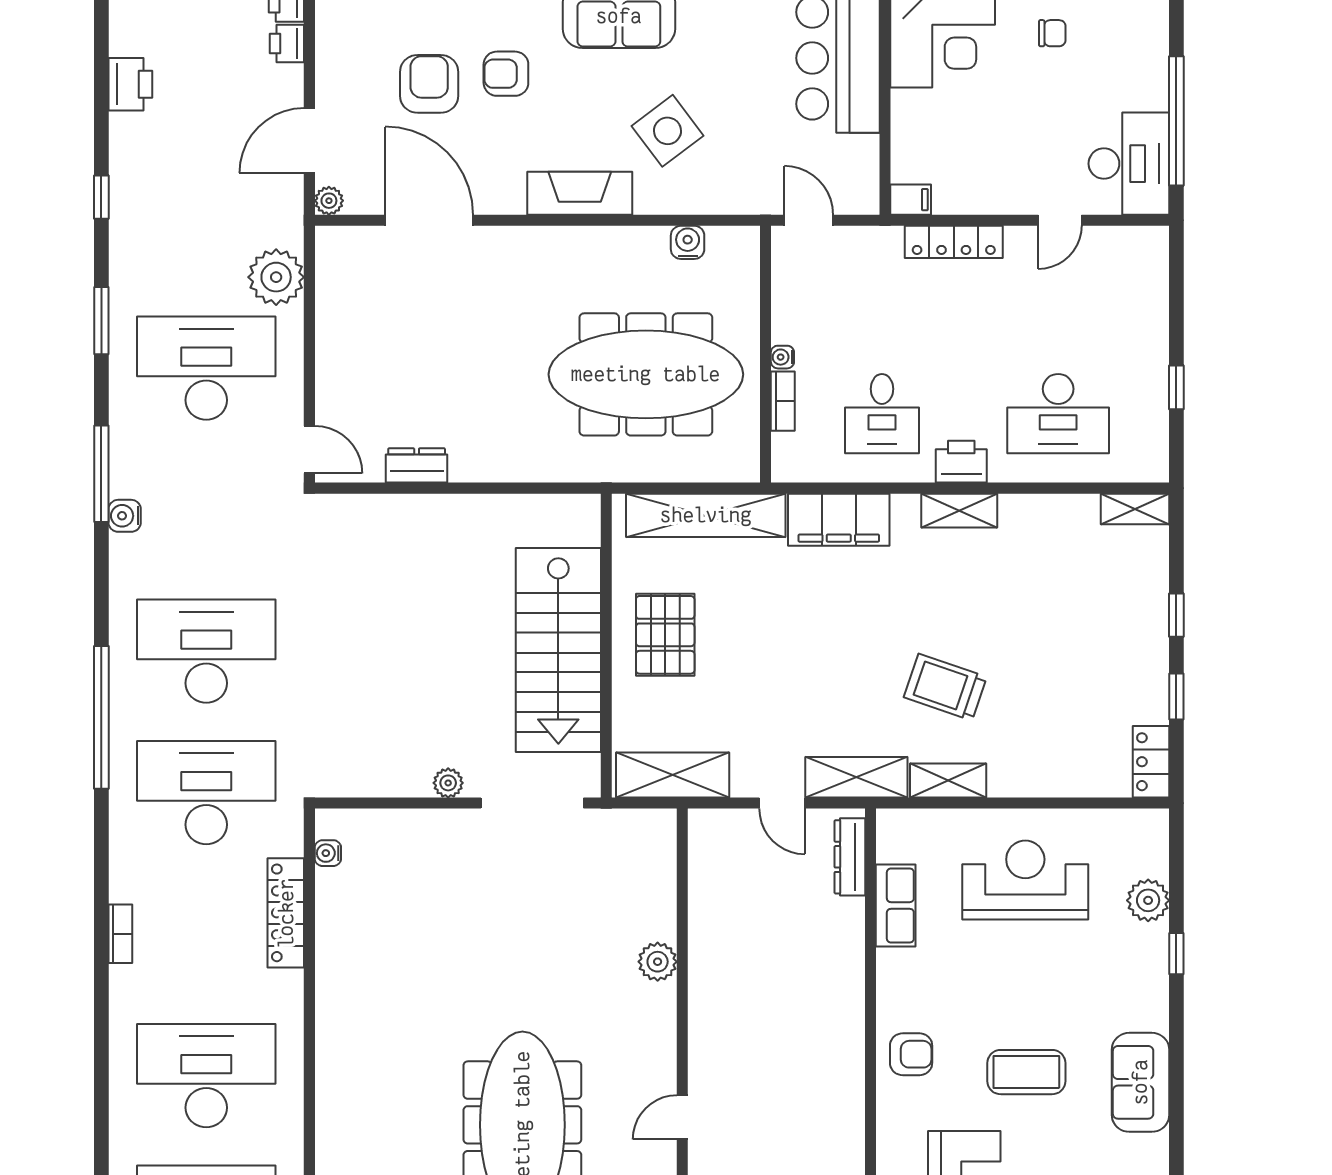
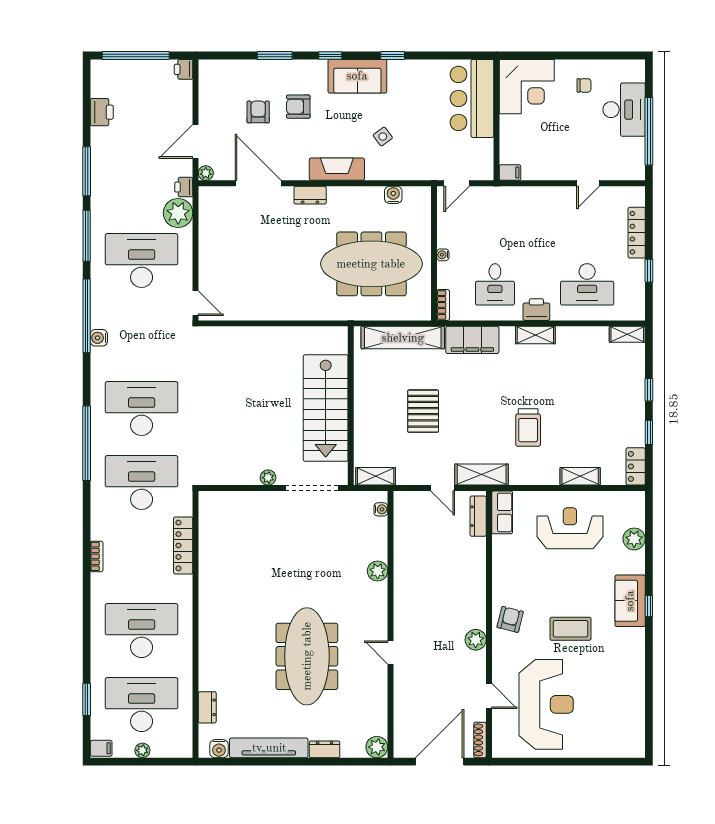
printer: (287, 44) -> (184, 187), moved
armchair: (429, 84) -> (258, 112), width x0.72, depth x0.72
side table: (667, 131) -> (383, 137), width x0.54, depth x0.54
desk: (1129, 164) -> (624, 110), moved
window: (101, 197) -> (87, 171), width x2.17
door: (809, 220) -> (457, 183), swing flipped
locker: (954, 242) -> (637, 233), moved, turned 90
window: (101, 321) -> (87, 236), width x1.44
bookcase: (783, 401) -> (443, 305), moved
dresser: (417, 465) -> (310, 195), moved, turned 180
window: (101, 474) -> (87, 316), width x1.46
pallet: (665, 635) -> (423, 411), moved
trolley: (945, 687) -> (528, 427), turned -109
shelving: (673, 775) -> (376, 476), width x0.67, depth x0.75
shelving: (948, 781) -> (580, 476), moved
water cooler: (328, 853) -> (381, 509), moved, turned 180
row of seats: (896, 905) -> (502, 512), moved
window: (1176, 954) -> (649, 606), moved
armchair: (911, 1054) -> (510, 619), turned -76
sofa: (1140, 1082) -> (630, 601), moved
plant: (845, 1093) -> (476, 640), added
door: (682, 1117) -> (391, 652), hinge flipped

